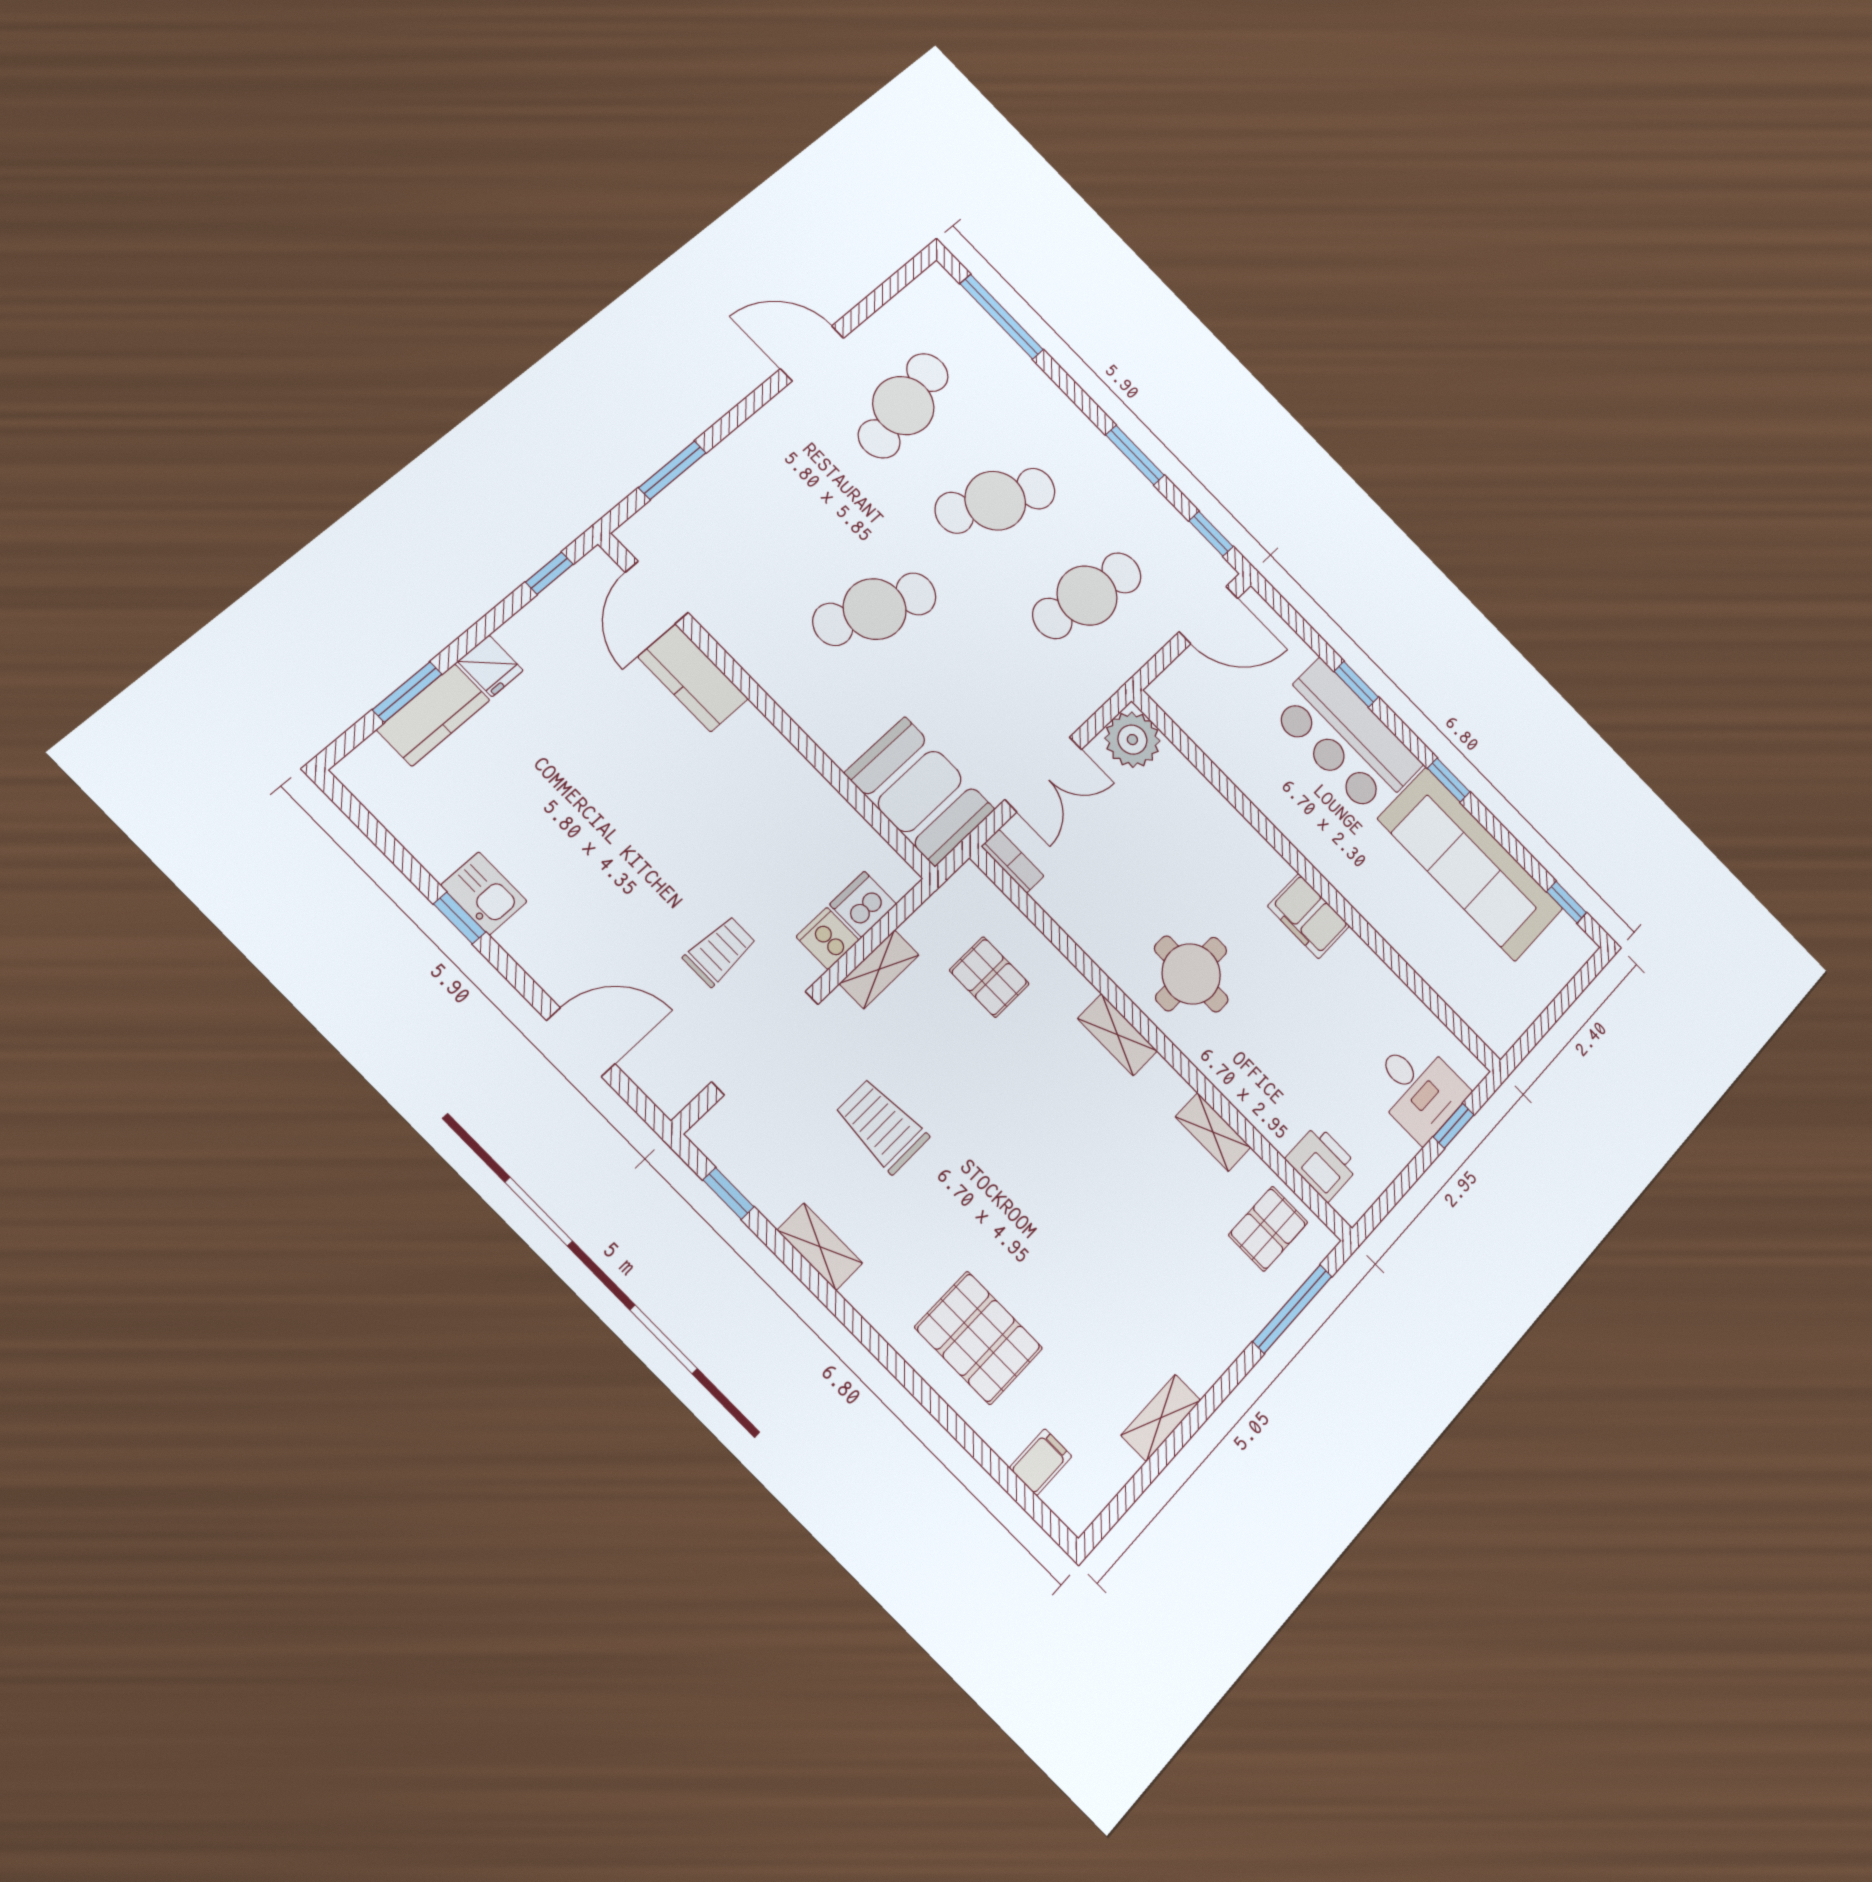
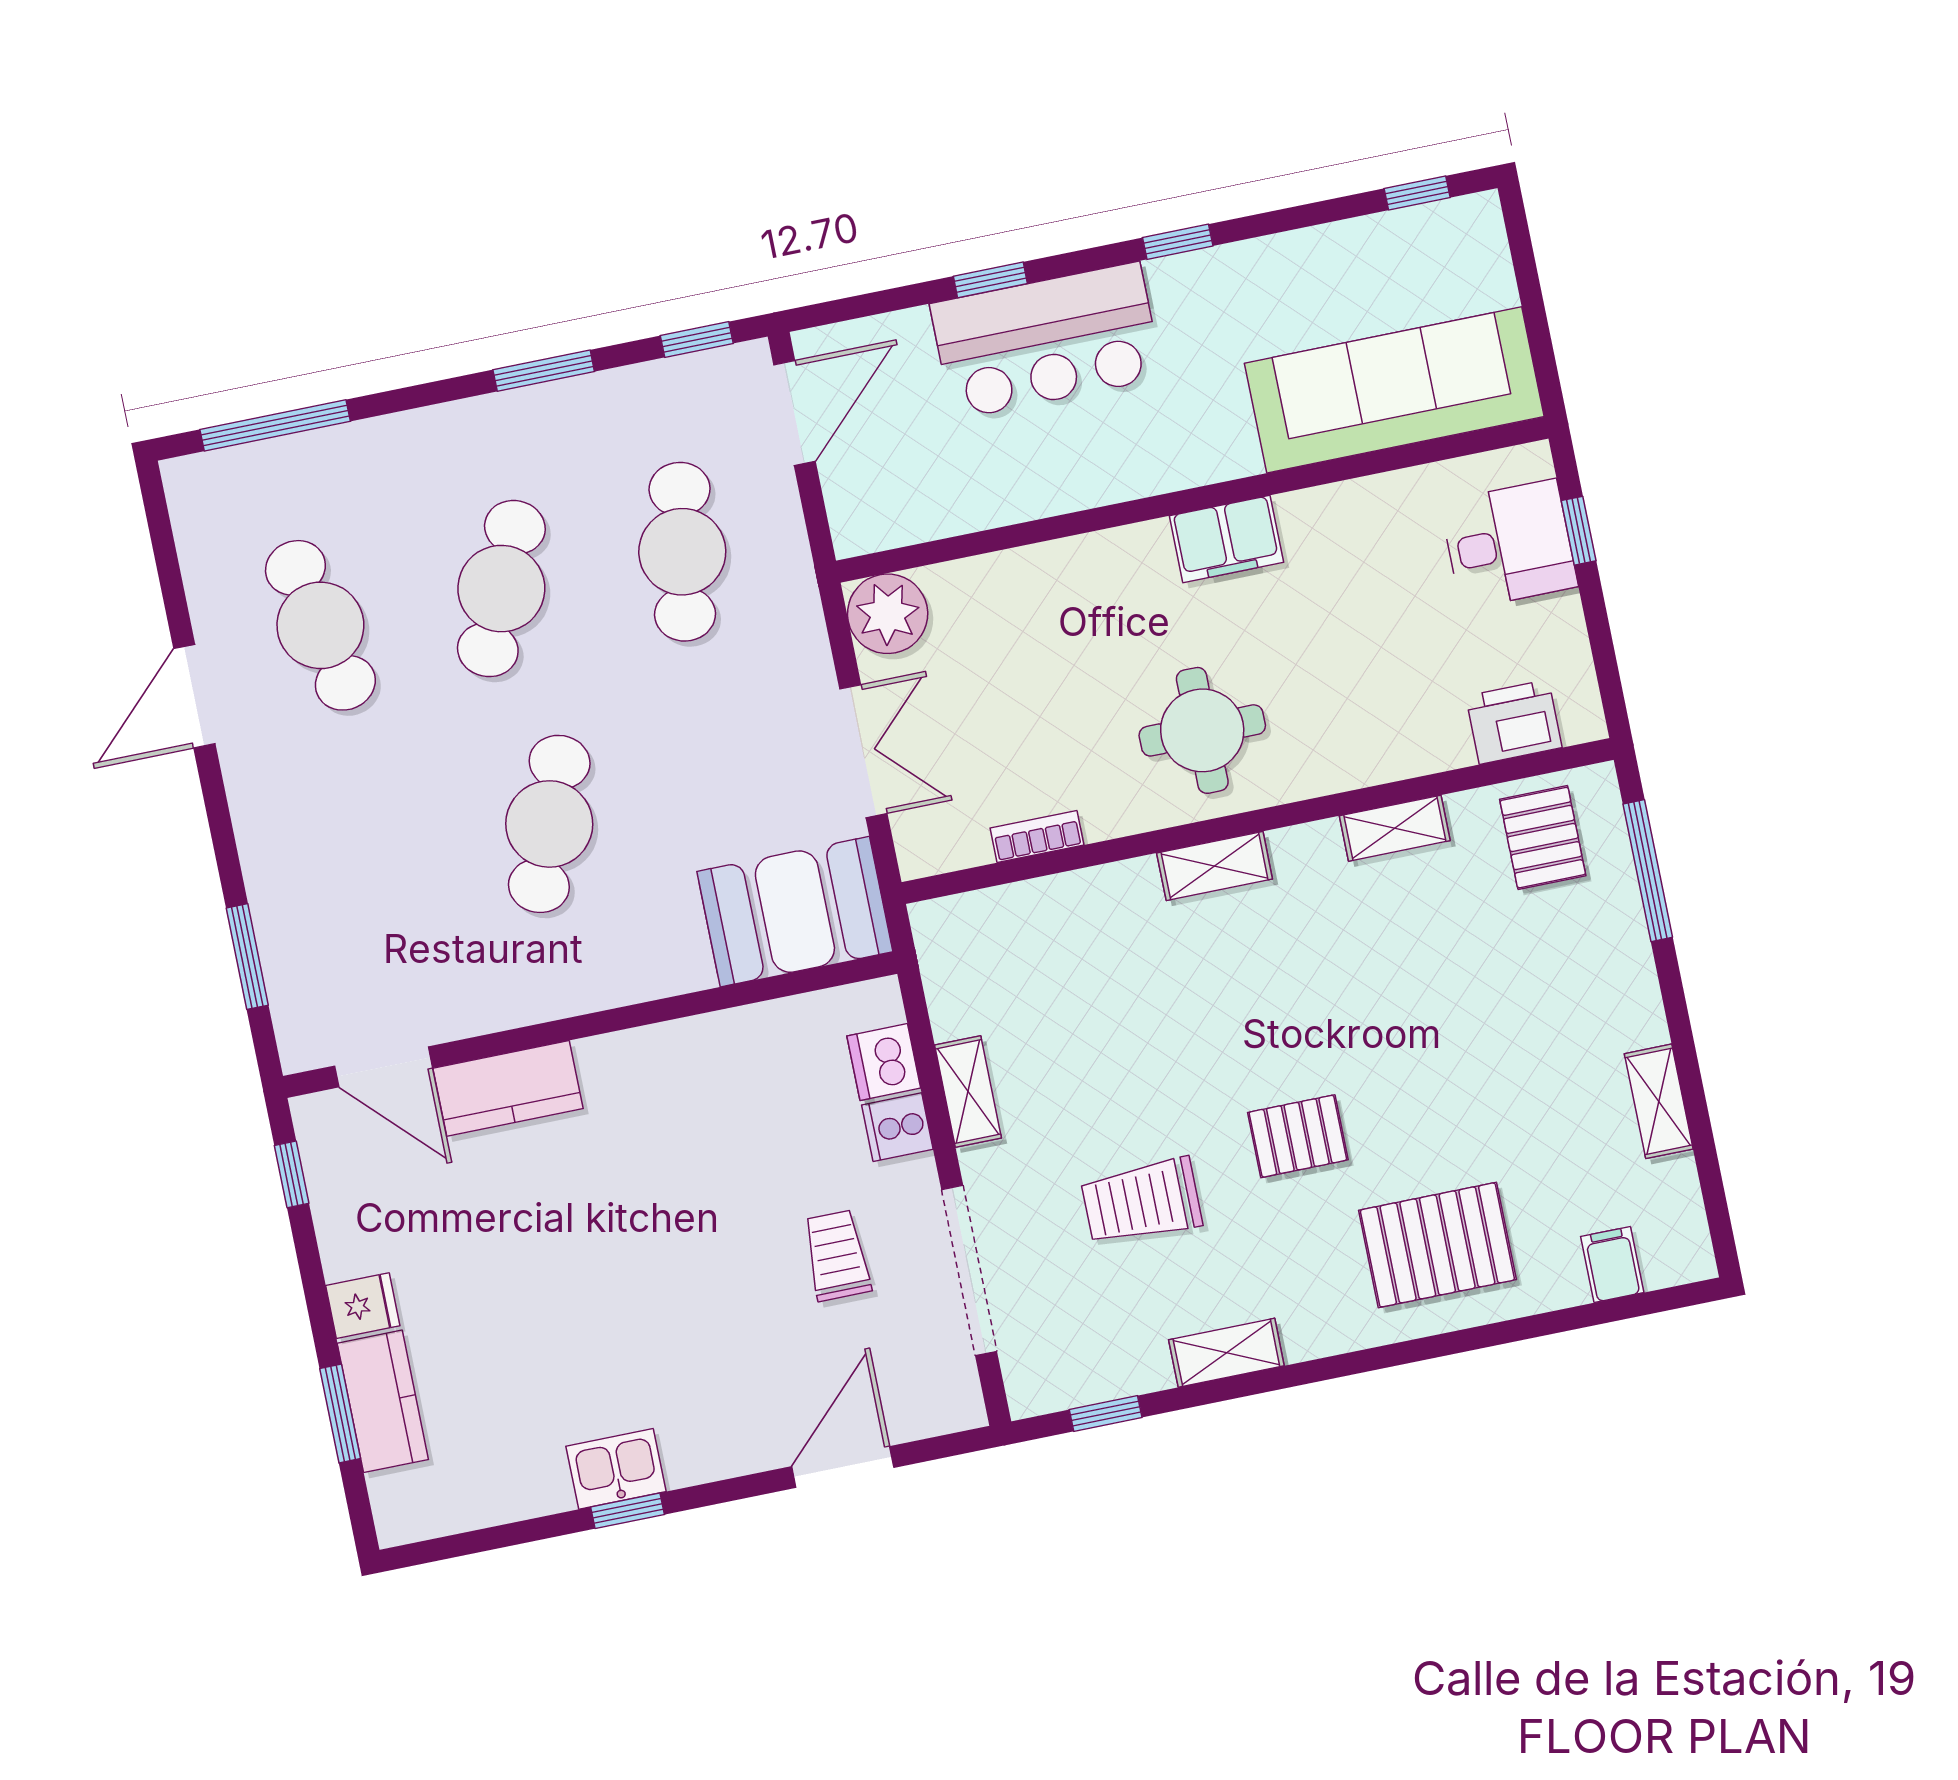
bookcase: (1013, 861) -> (1037, 836), moved
sofa: (1470, 864) -> (1394, 390), moved, turned 180
pallet: (989, 977) -> (1298, 1136), moved

